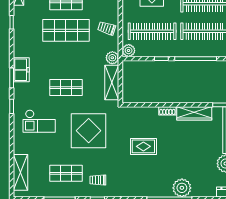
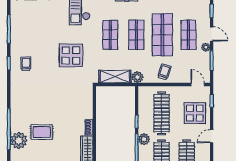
plant: (129, 50) -> (144, 139), moved
display table: (89, 131) -> (71, 55), width x0.73, depth x0.73
rug: (143, 146) -> (42, 132), moved, turned 90
shop shelf: (66, 173) -> (136, 35), moved

